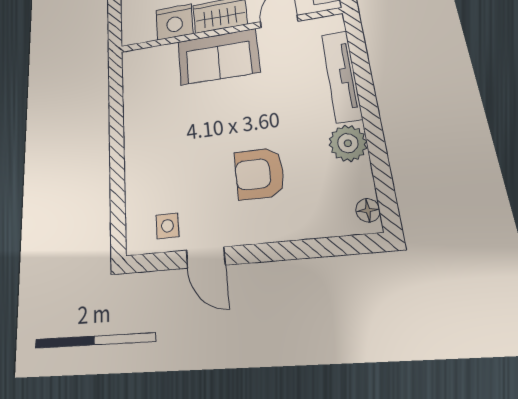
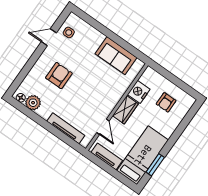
sofa: (218, 57) -> (116, 56), moved, turned -90
plant: (348, 143) -> (33, 103), moved

